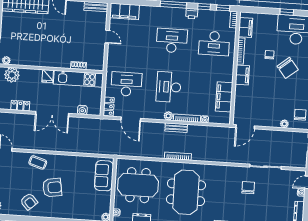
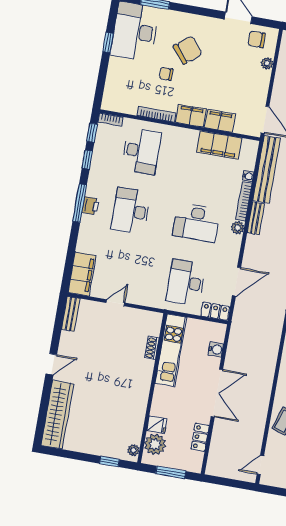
printer: (192, 14) -> (91, 206), moved
filing cabinet: (245, 28) -> (220, 121), moved
fridge: (48, 76) -> (157, 425), moved
bench: (211, 131) -> (267, 169), added

